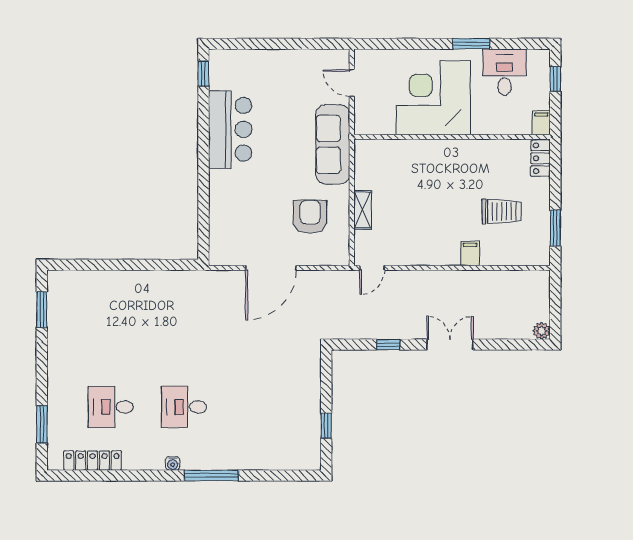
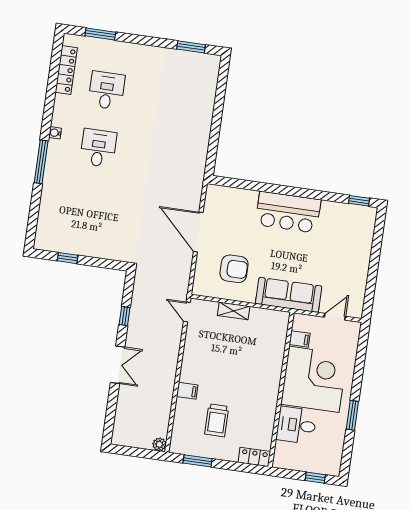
desk: (505, 72) -> (296, 425), moved, turned 180
filing cabinet: (541, 123) -> (300, 339), moved
bar counter: (230, 129) -> (288, 212), moved
plant: (542, 331) -> (159, 444), moved

